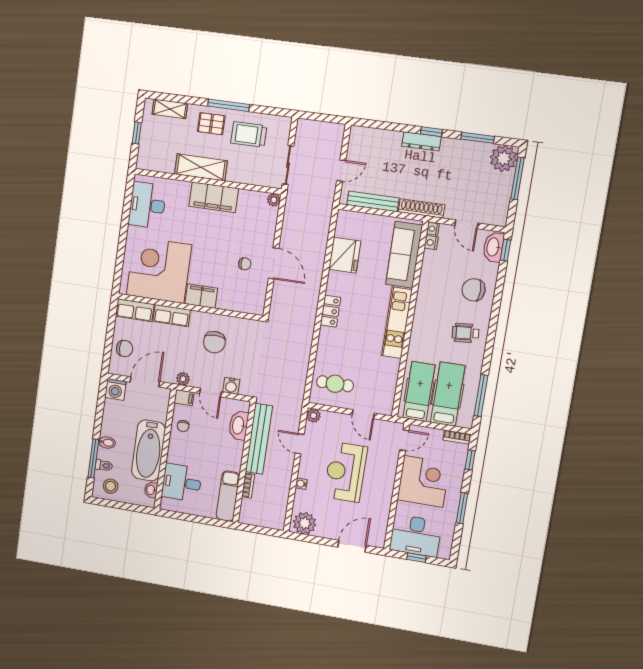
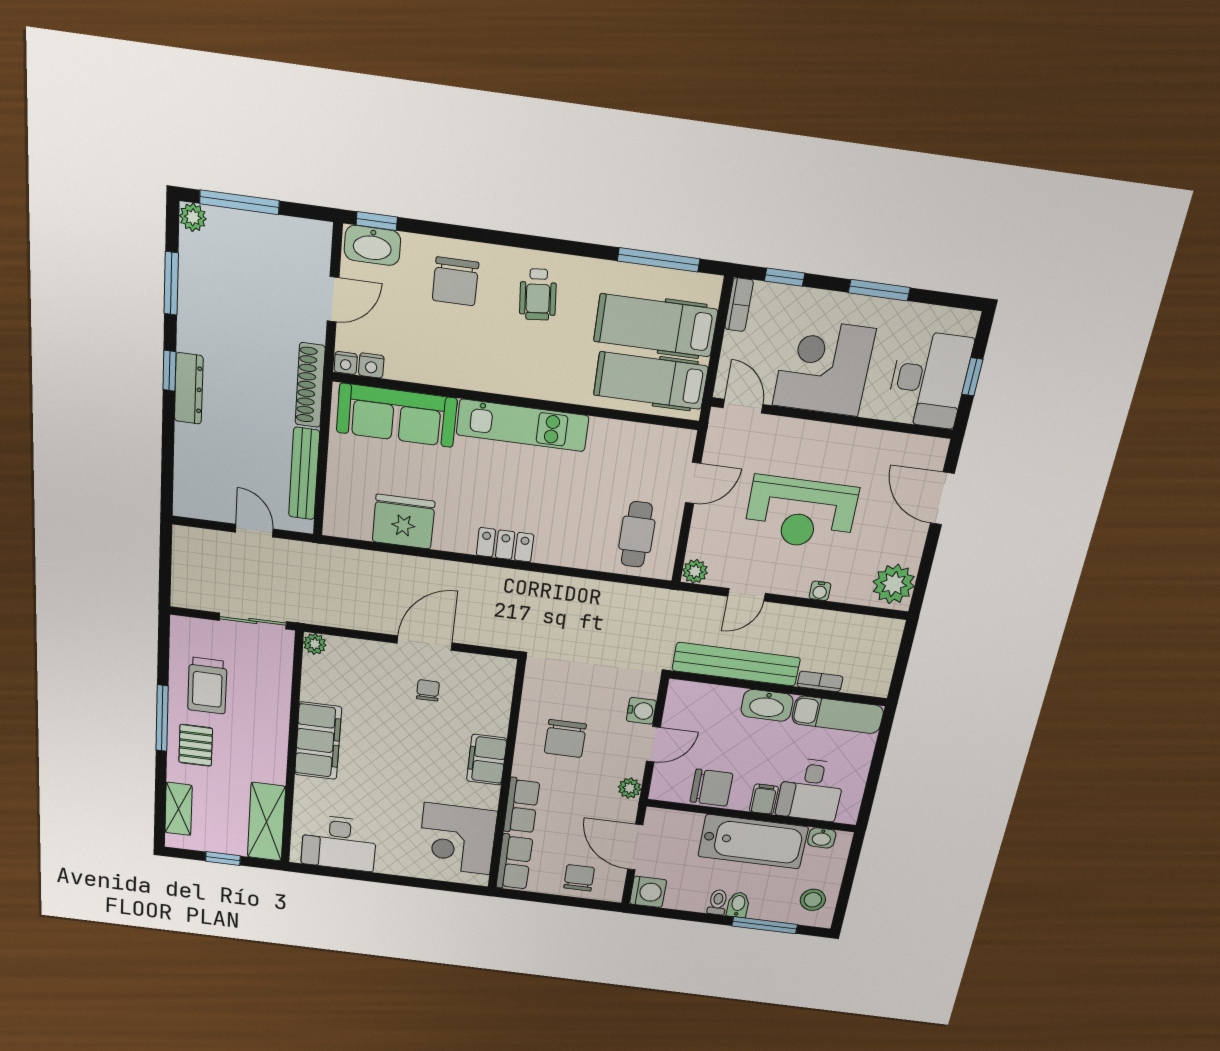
plant: (504, 158) -> (193, 217), width x0.53, depth x0.53
shelving: (201, 167) -> (266, 822), moved
corner desk: (159, 270) -> (457, 839), width x0.74, depth x0.74
chair: (214, 342) -> (565, 738), turned 90
filing cabinet: (184, 398) -> (764, 799), moved
washbasin: (239, 425) -> (767, 705), moved
chair: (183, 426) -> (711, 788), width x1.87, depth x1.87
toilet: (104, 465) -> (718, 902), moved

